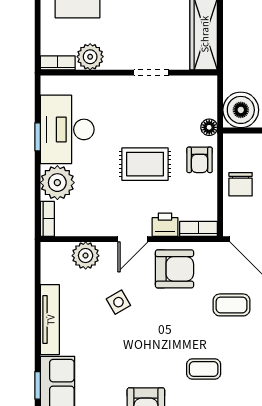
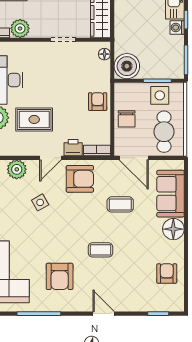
floor lamp: (209, 127) -> (104, 54), moved
armchair: (200, 160) -> (98, 102), turned 180
rug: (145, 164) -> (34, 119), moved

